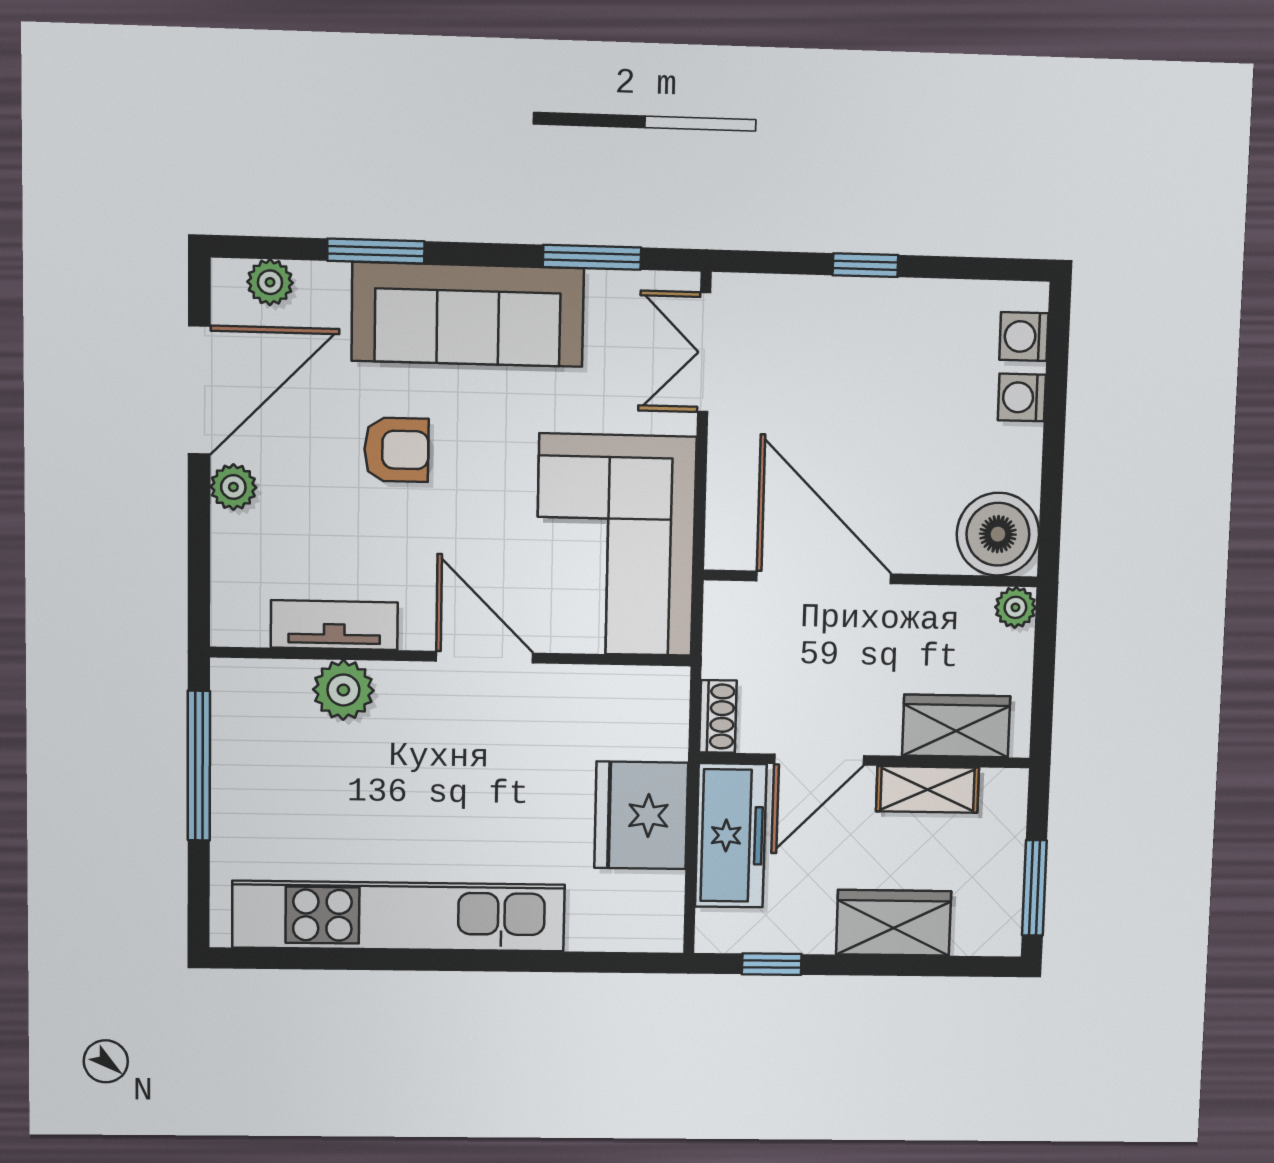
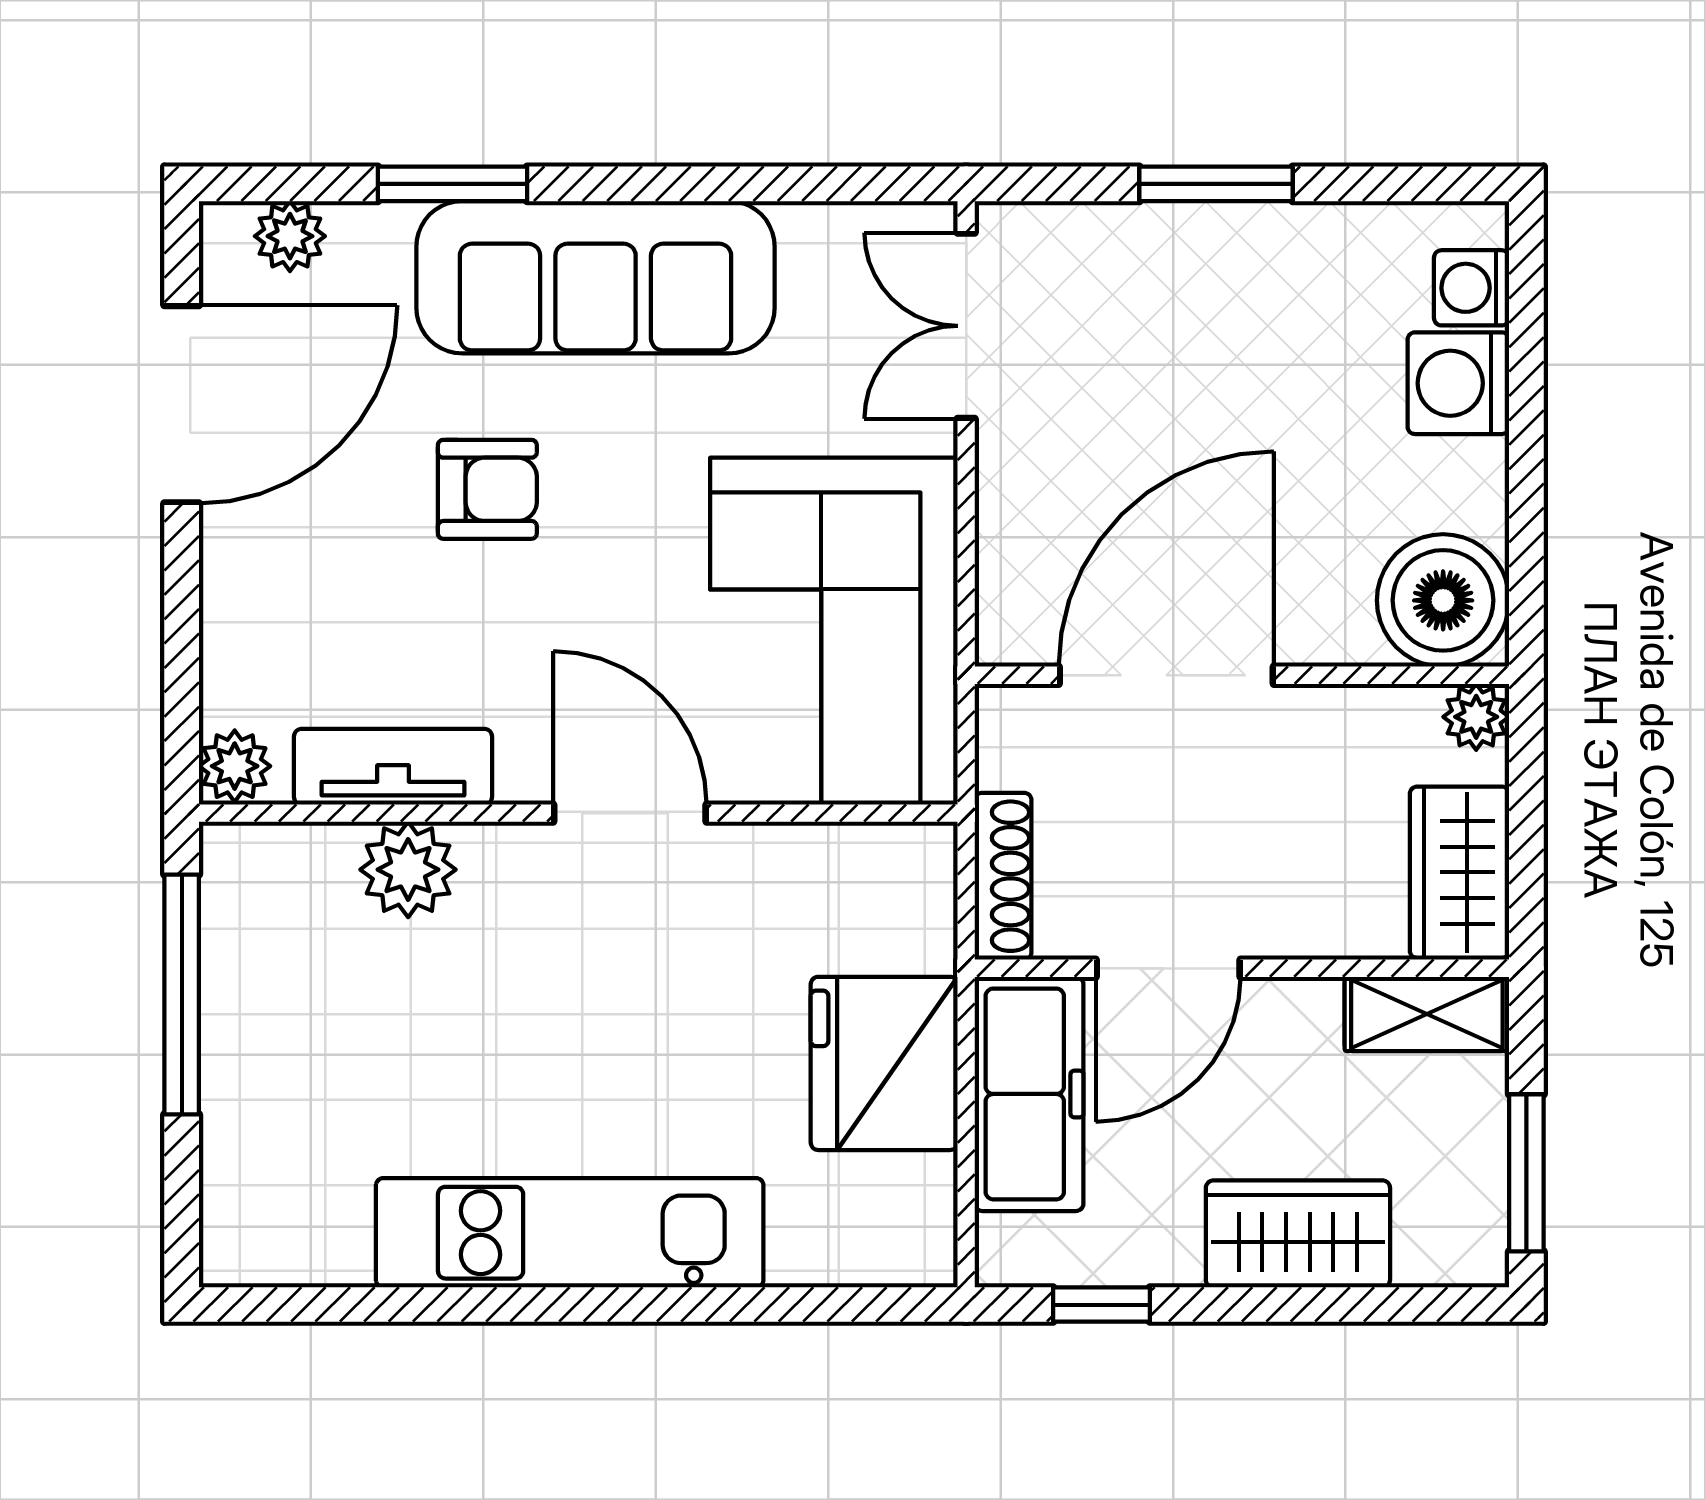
window: (592, 257) -> (787, 184), removed
window: (865, 265) -> (1216, 184), width x1.50
washing machine: (1022, 397) -> (1458, 383), width x1.38, depth x1.38
plant: (233, 487) -> (235, 766), moved
door: (824, 577) -> (1166, 675), hinge flipped
shoe rack: (718, 716) -> (1003, 876), width x1.43
wardrobe: (956, 726) -> (1459, 872), moved, turned -90
shelving: (927, 789) -> (1427, 1014), moved
kitchen unit: (399, 916) -> (570, 1233), width x0.73

